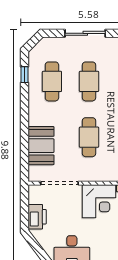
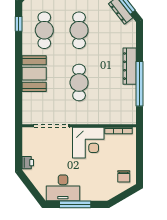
booth: (41, 146) -> (34, 74), moved
printer: (37, 217) -> (28, 163), width x0.53, depth x0.68

